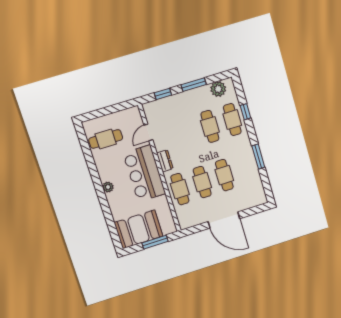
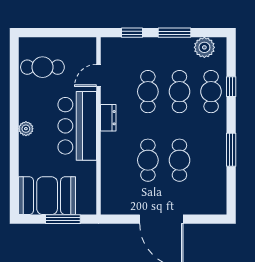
cafe table: (180, 189) -> (148, 92), moved

